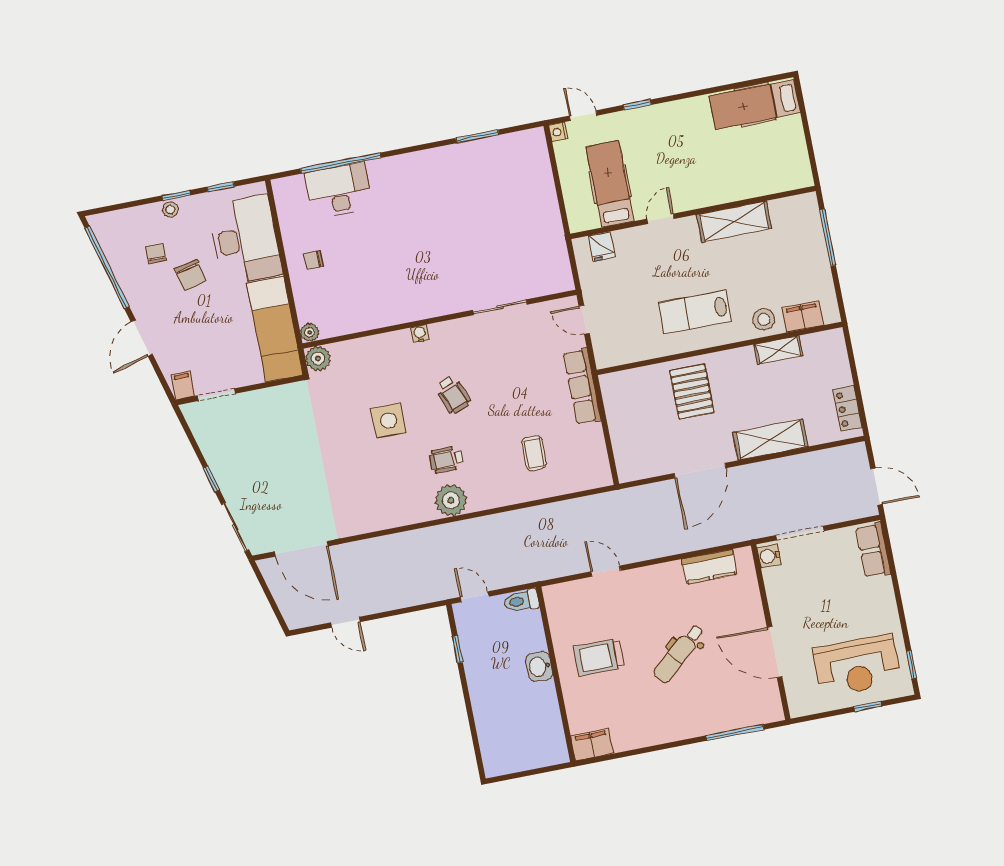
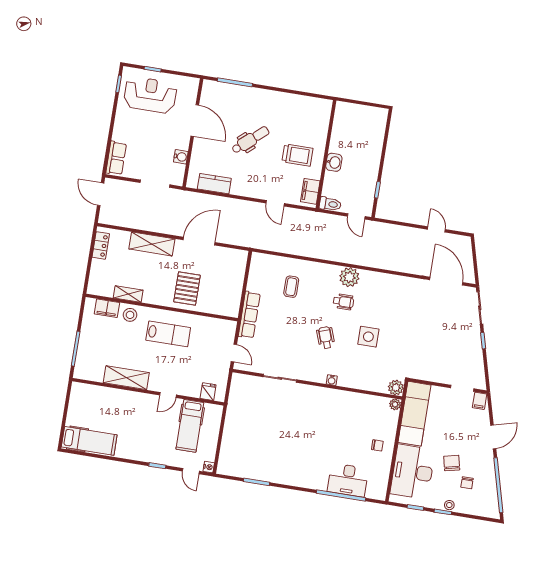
water cooler: (769, 556) -> (181, 157), moved
filing cabinet: (592, 745) -> (310, 191), moved, turned 90

